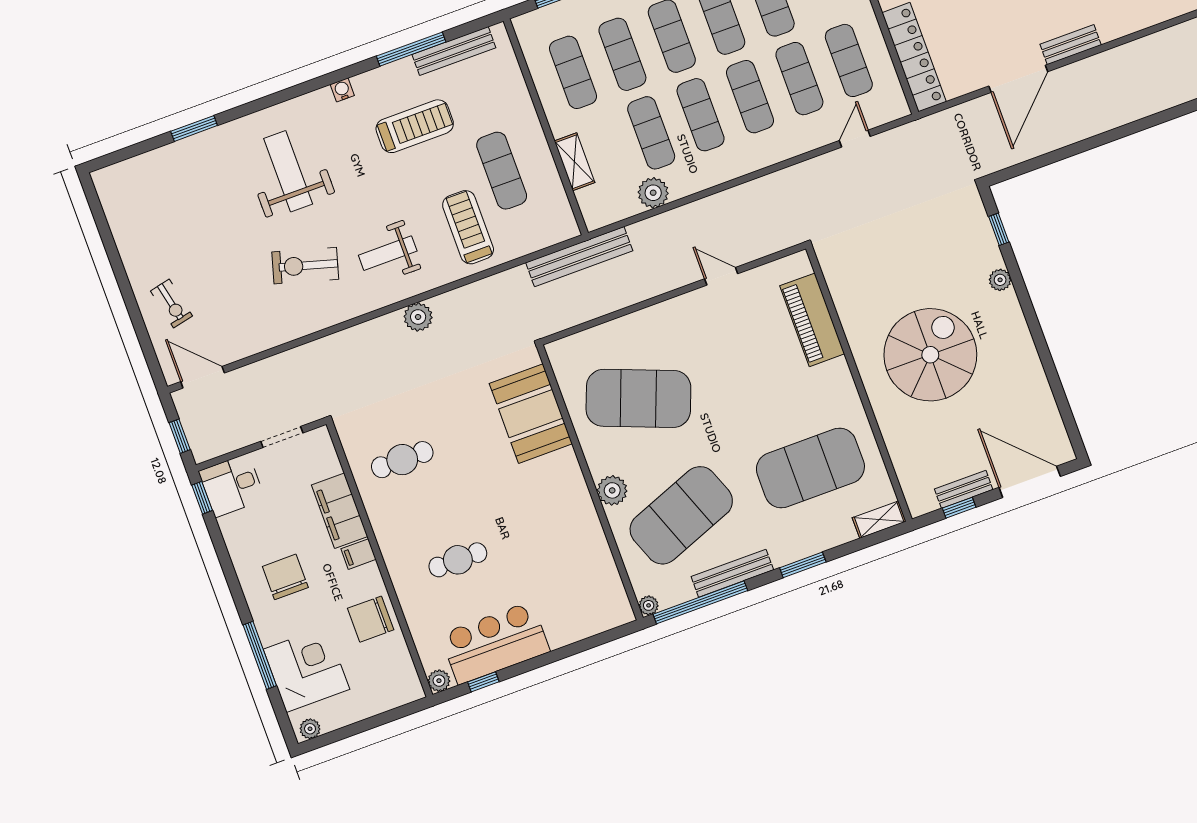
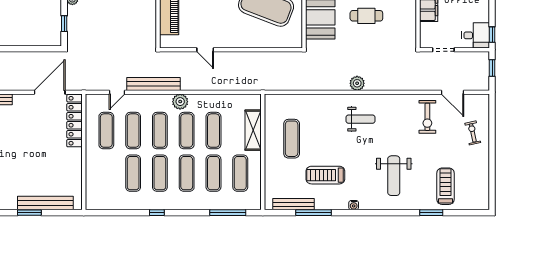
door: (1018, 79) -> (50, 92), moved
shelving: (575, 162) -> (253, 130), width x1.50, depth x1.33
plant: (653, 193) -> (180, 102), moved
treadmill: (468, 227) -> (445, 186), moved, turned 180
bench: (579, 257) -> (154, 84), moved
exercise bike: (305, 266) -> (427, 117), moved, turned 74
door: (203, 377) -> (452, 92), moved
cafe table: (402, 460) -> (366, 16), moved

